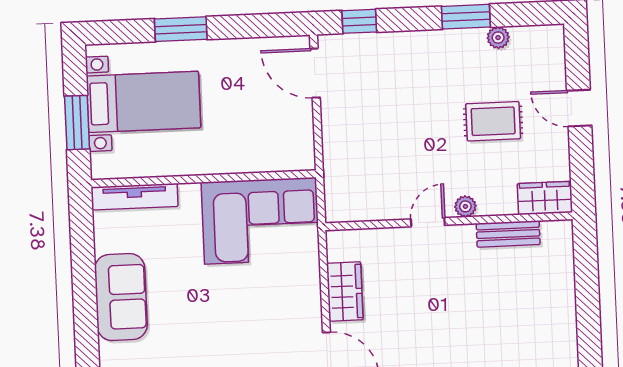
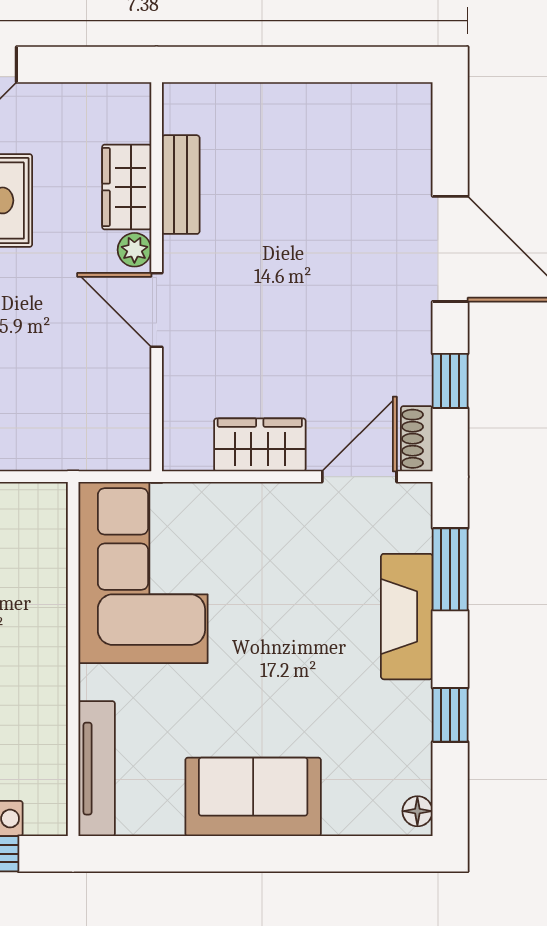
wardrobe: (545, 198) -> (127, 187), moved
door: (428, 222) -> (157, 310), width x1.38

